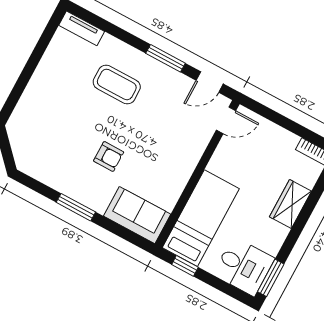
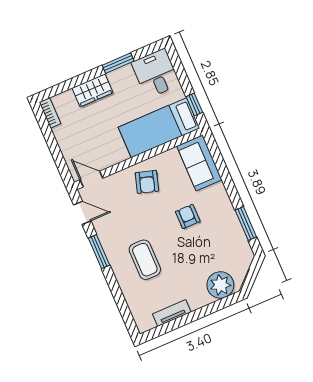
tv unit: (82, 28) -> (172, 313), moved, turned -90
plant: (28, 117) -> (220, 285), added
armchair: (172, 159) -> (147, 182), added
window: (76, 207) -> (246, 223), moved
window: (271, 278) -> (118, 63), moved

